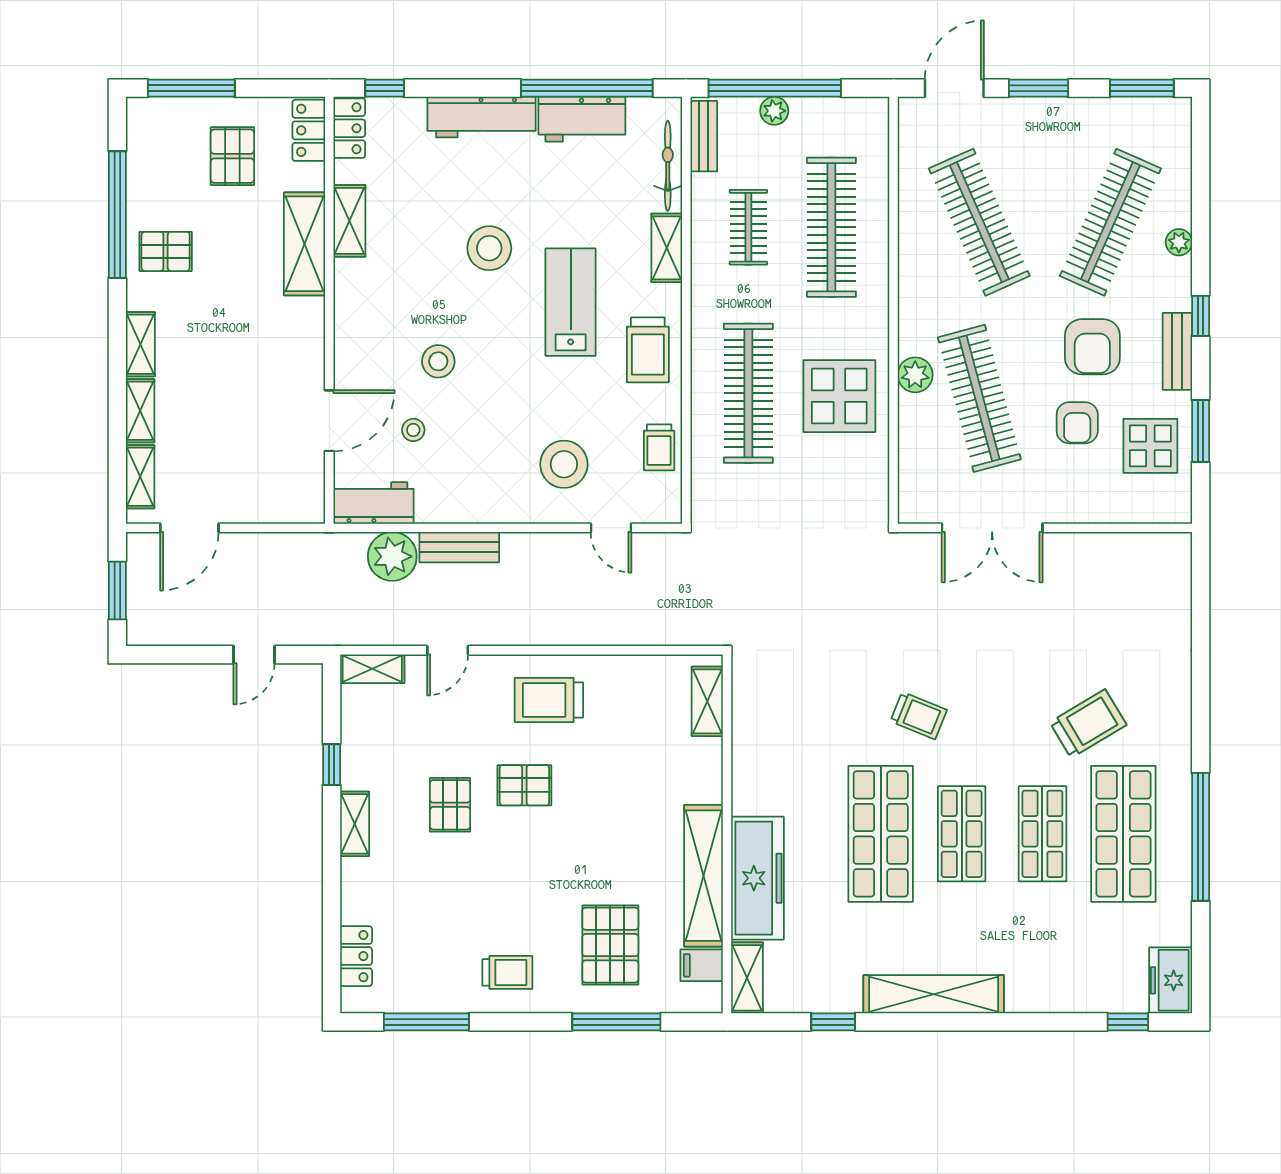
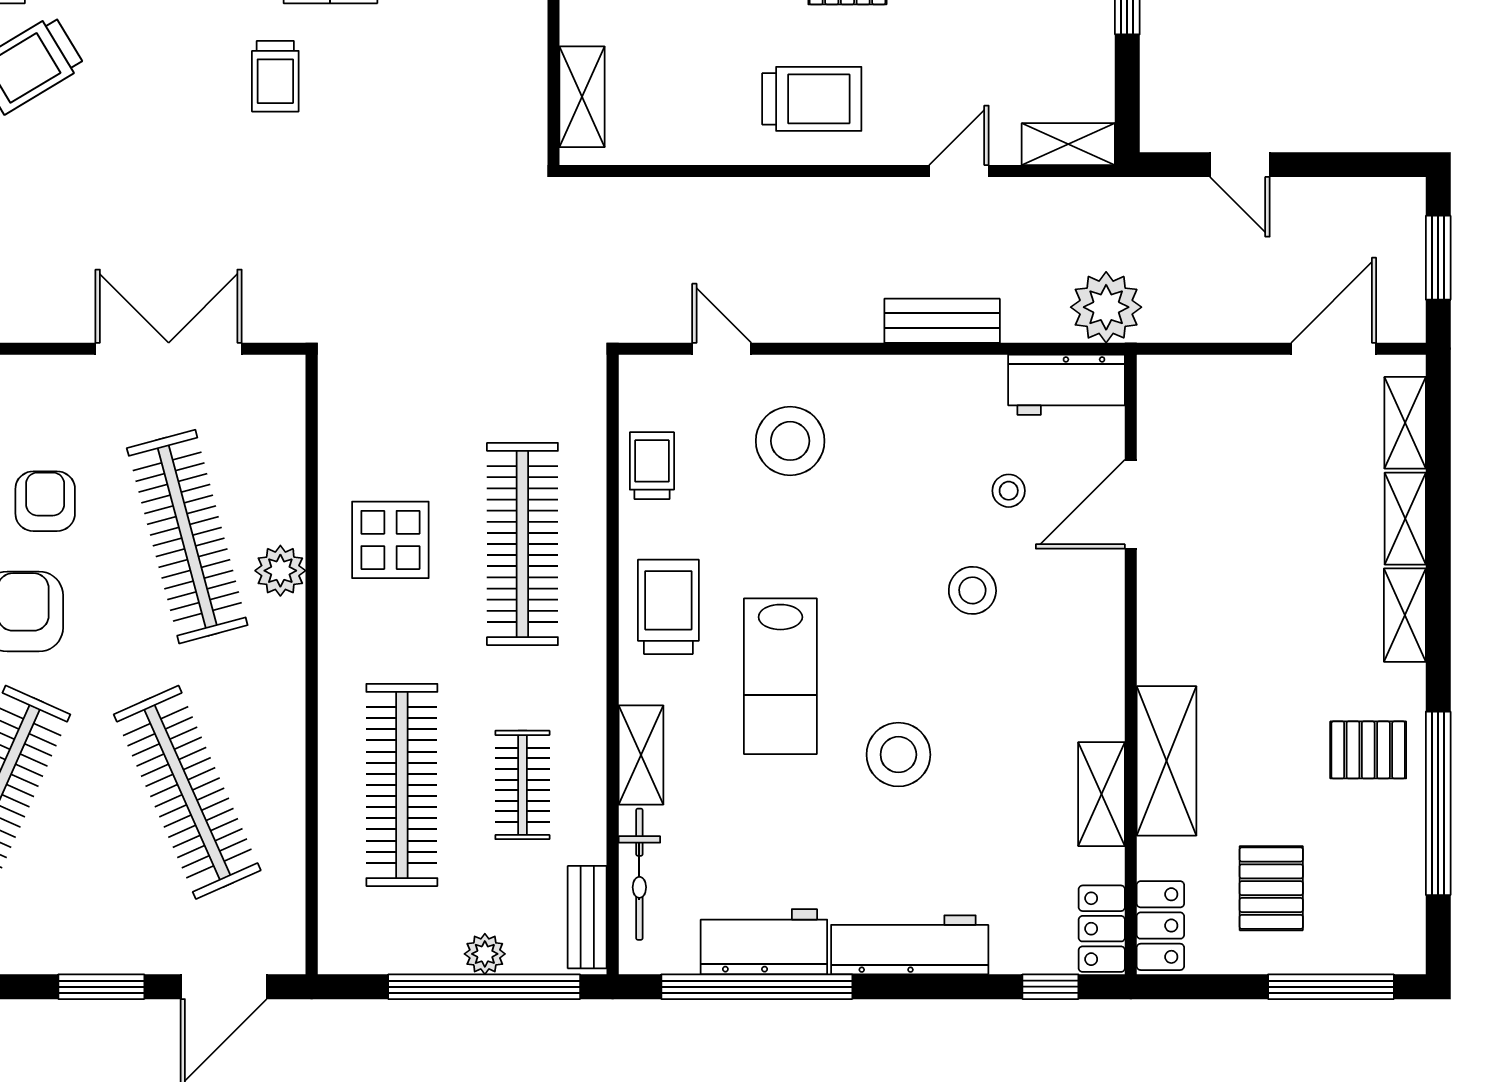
display table: (839, 396) -> (390, 540), width x0.73, depth x0.73
plant: (392, 556) -> (1106, 307), moved
door: (254, 655) -> (1240, 165), swing flipped
trolley: (919, 716) -> (275, 76), turned -112

